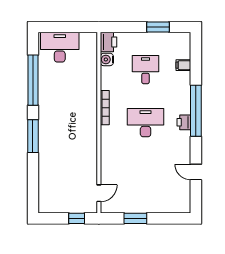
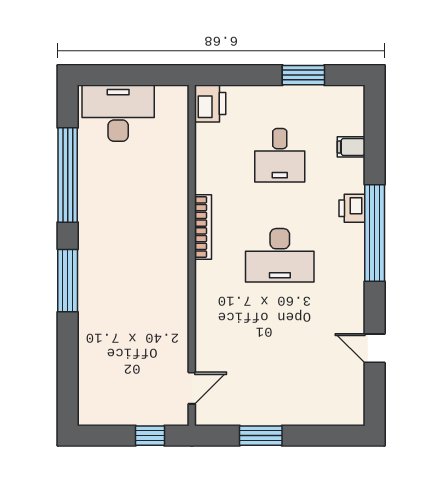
water cooler: (107, 59) -> (207, 136), removed
desk: (146, 70) -> (280, 155), turned 180
printer: (184, 122) -> (352, 208), moved
desk: (146, 123) -> (280, 255), turned 180

